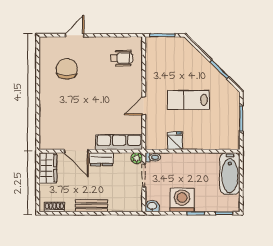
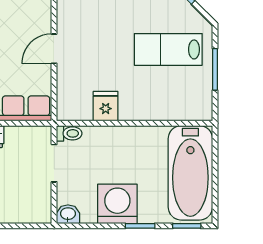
lab bench: (188, 100) -> (168, 49), moved
plant: (137, 158) -> (42, 135), removed
bathtub: (230, 174) -> (190, 173), width x1.36, depth x1.36

